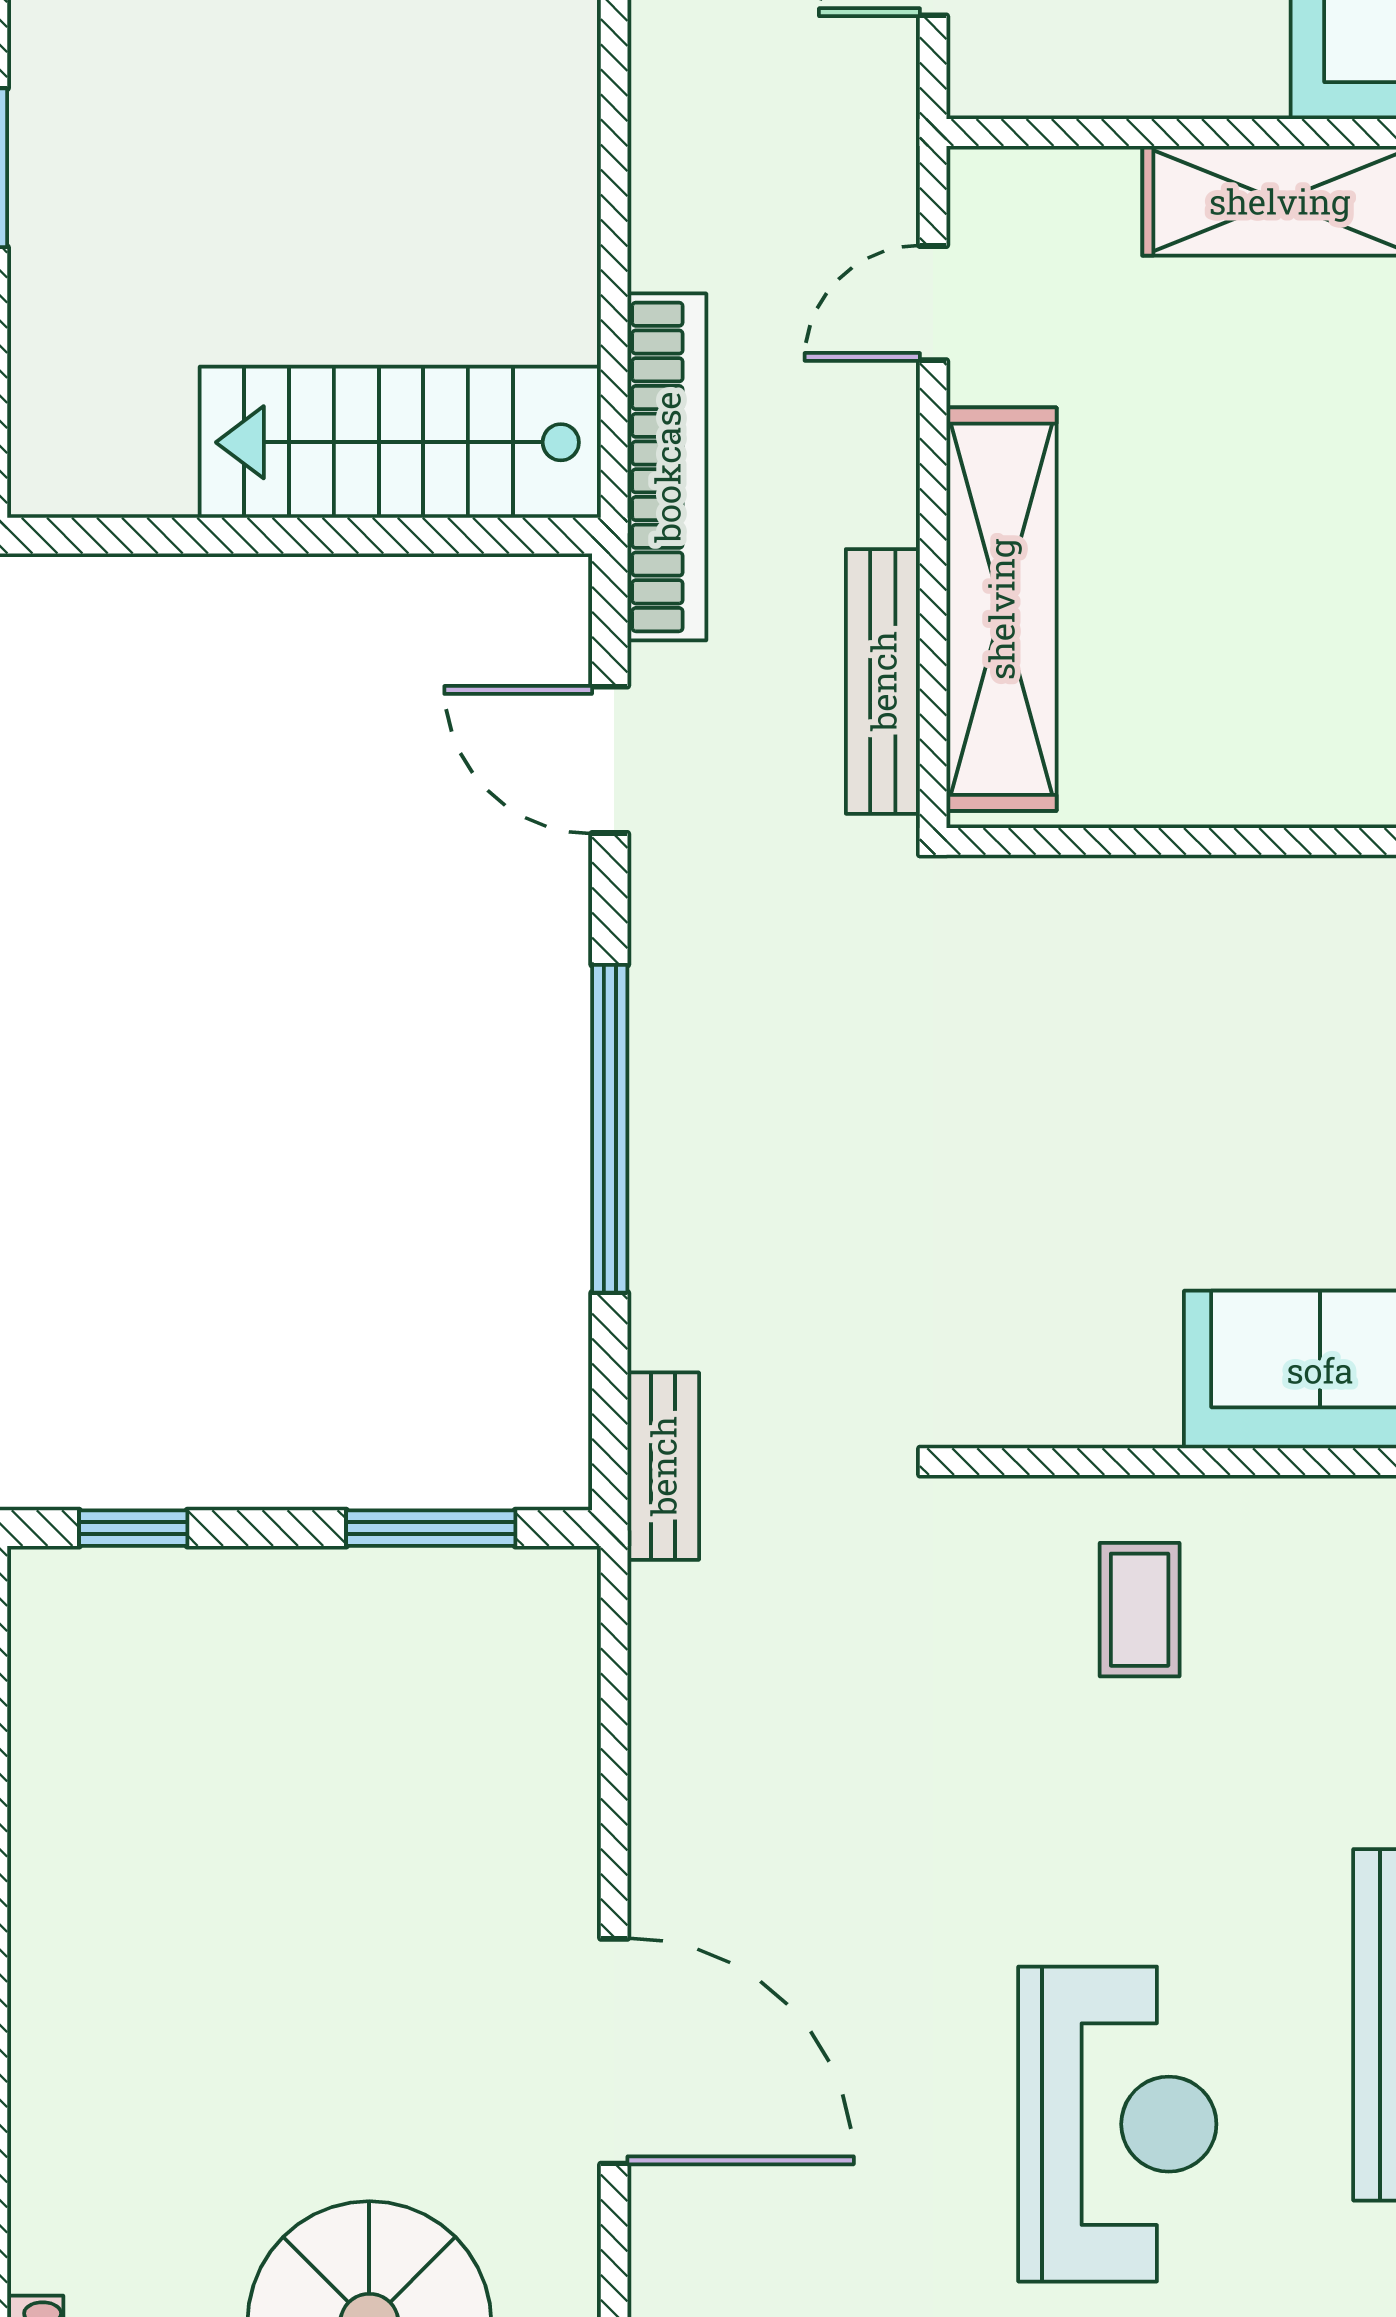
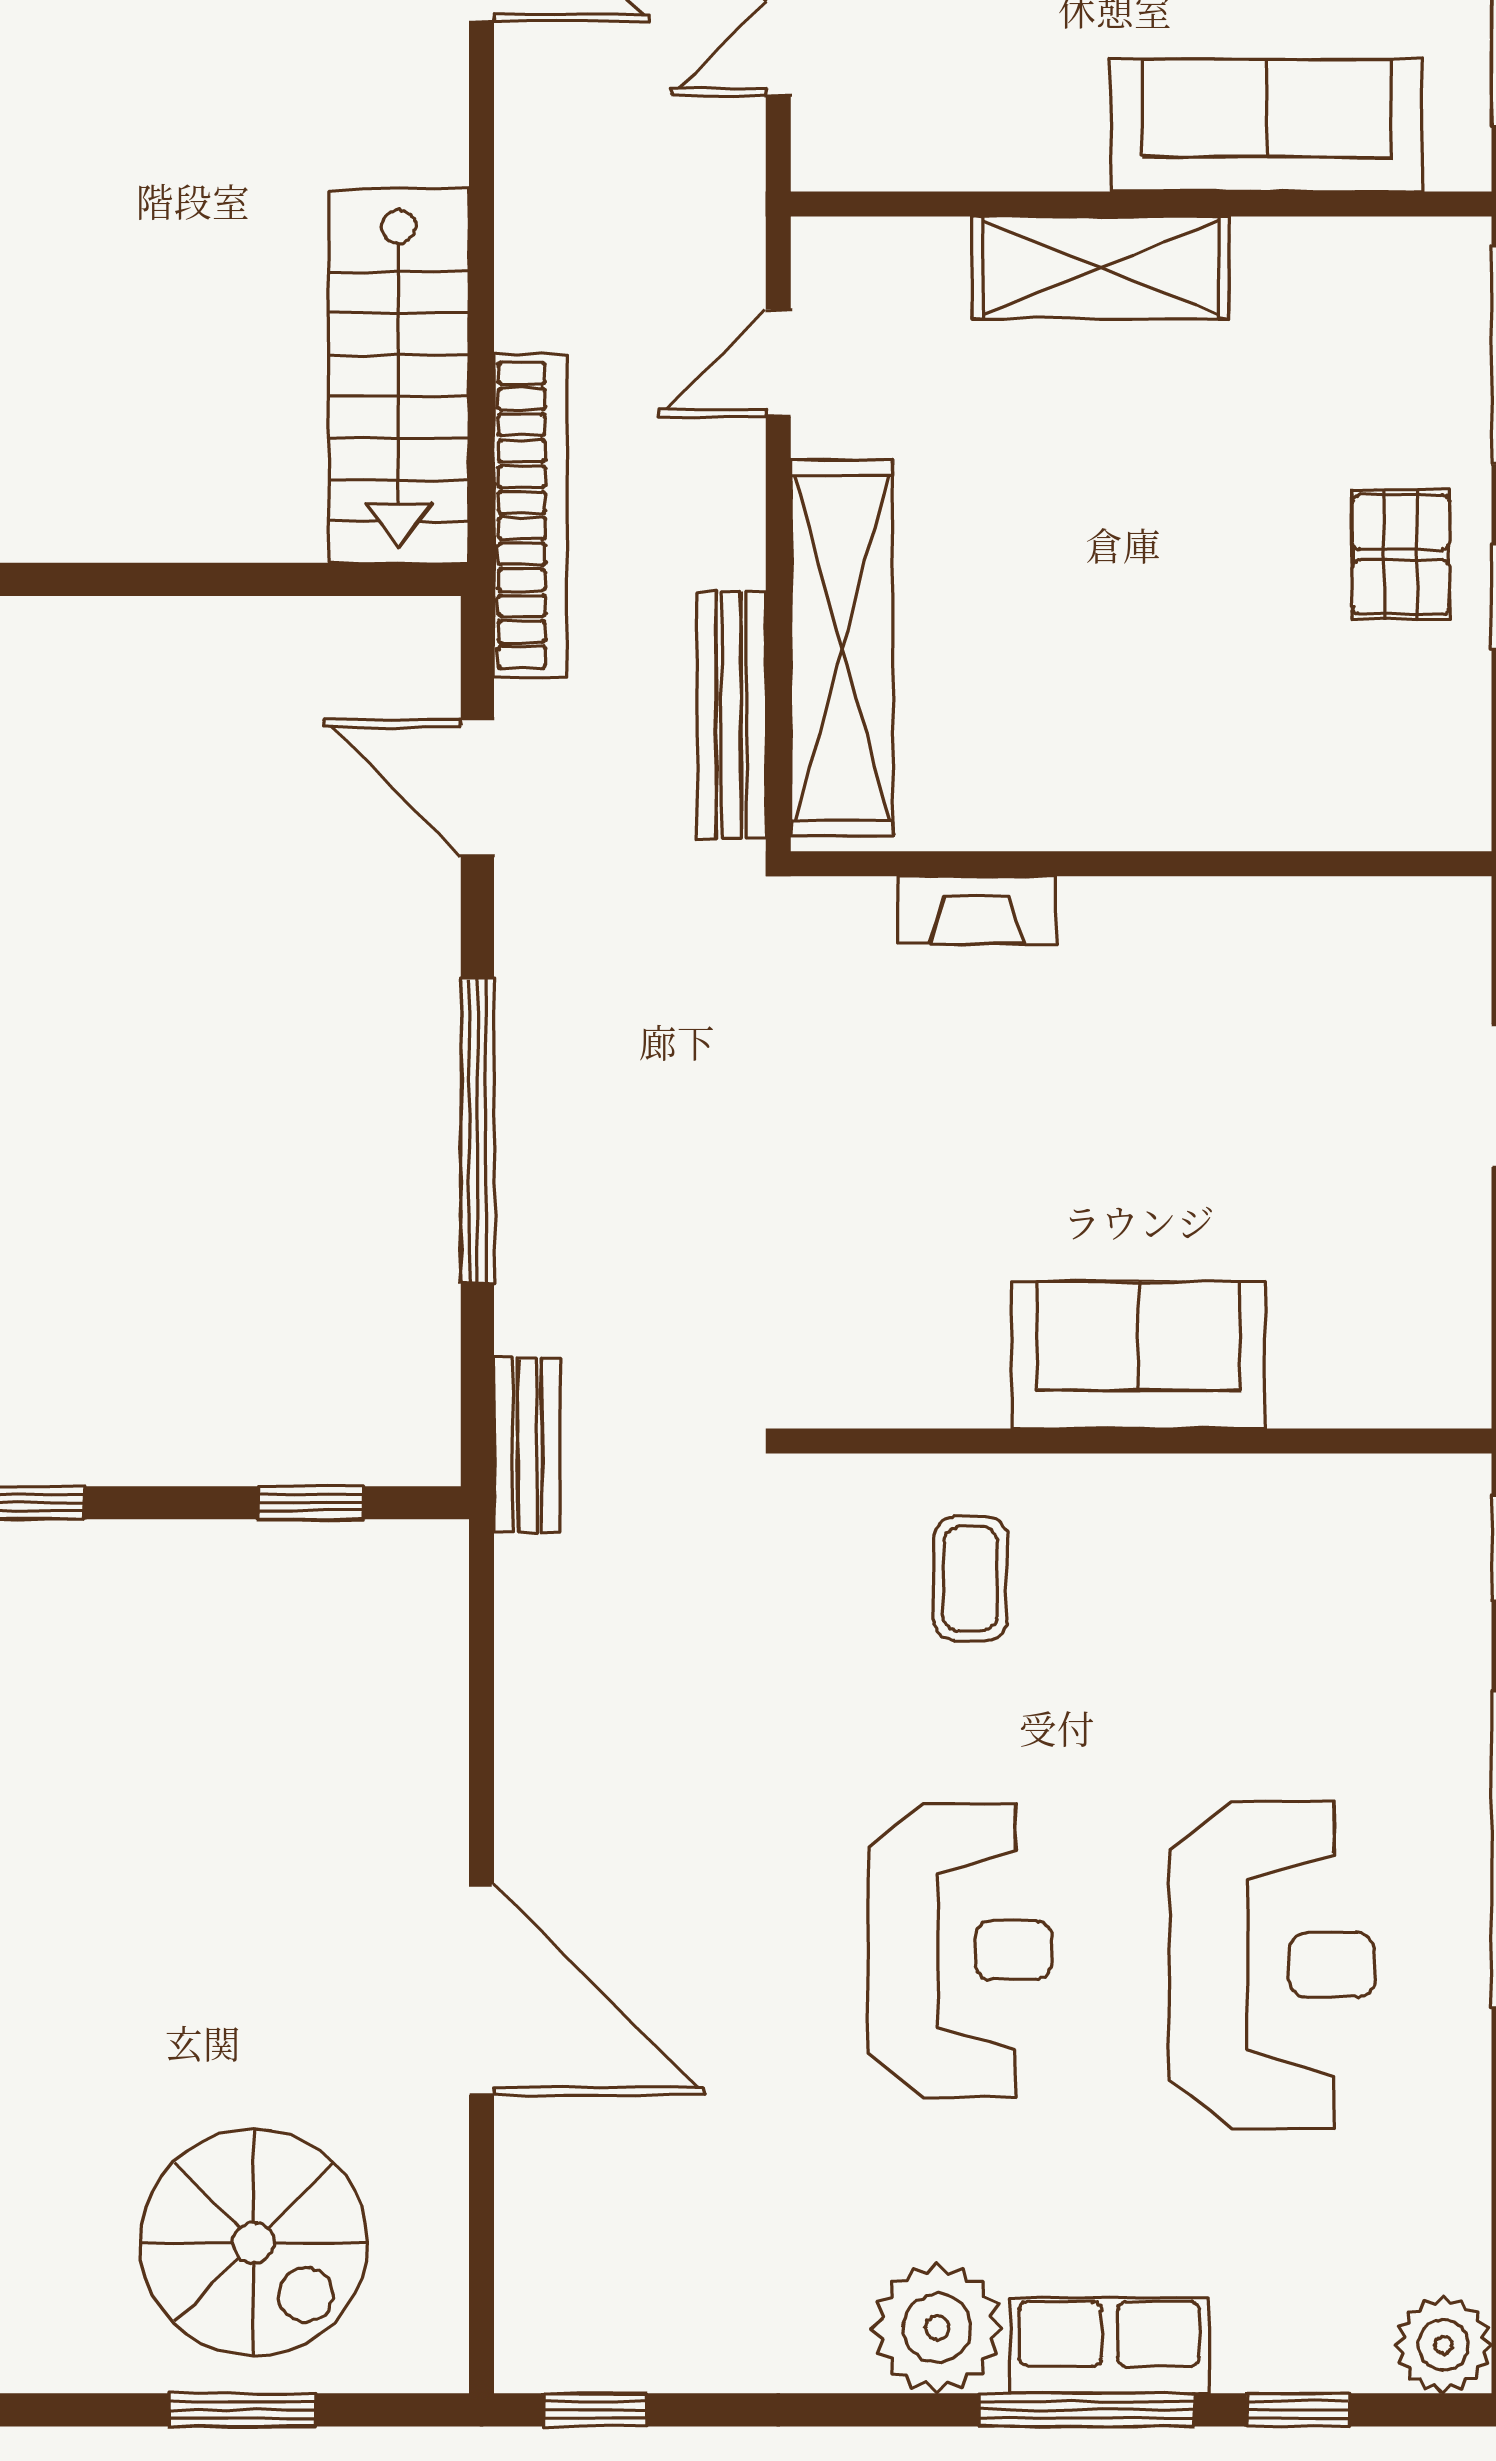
stairs: (400, 442) -> (399, 376), moved, turned -90
fireplace: (1146, 891) -> (977, 910), added
window: (431, 1528) -> (311, 1503), width x0.67
reception desk: (1117, 2124) -> (960, 1950), moved

